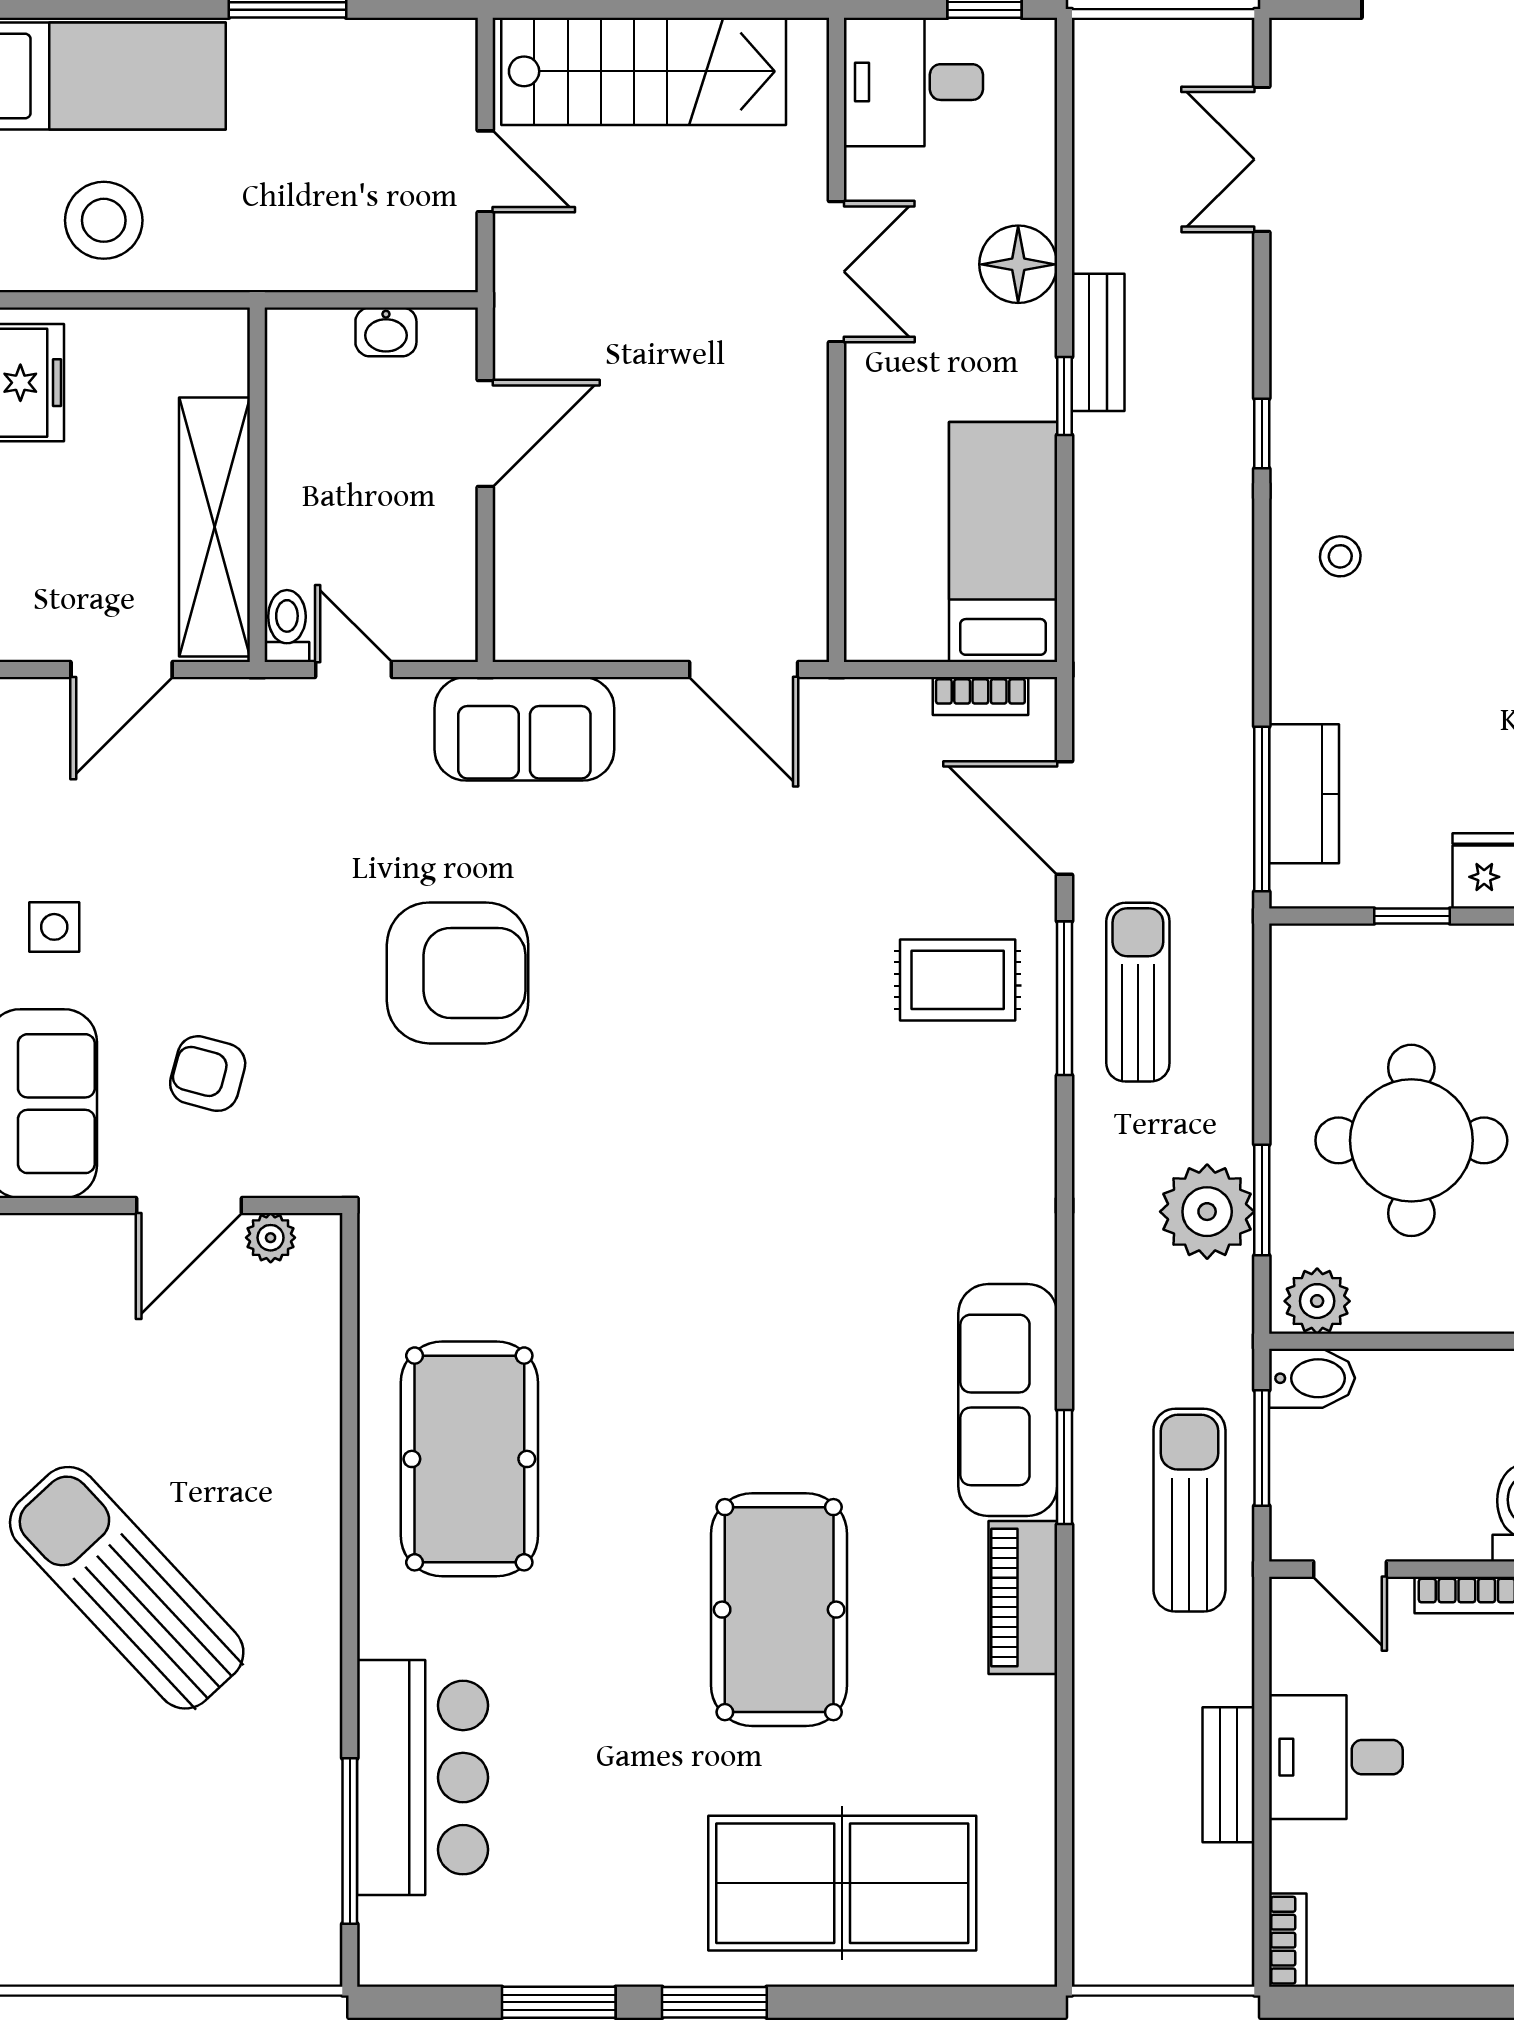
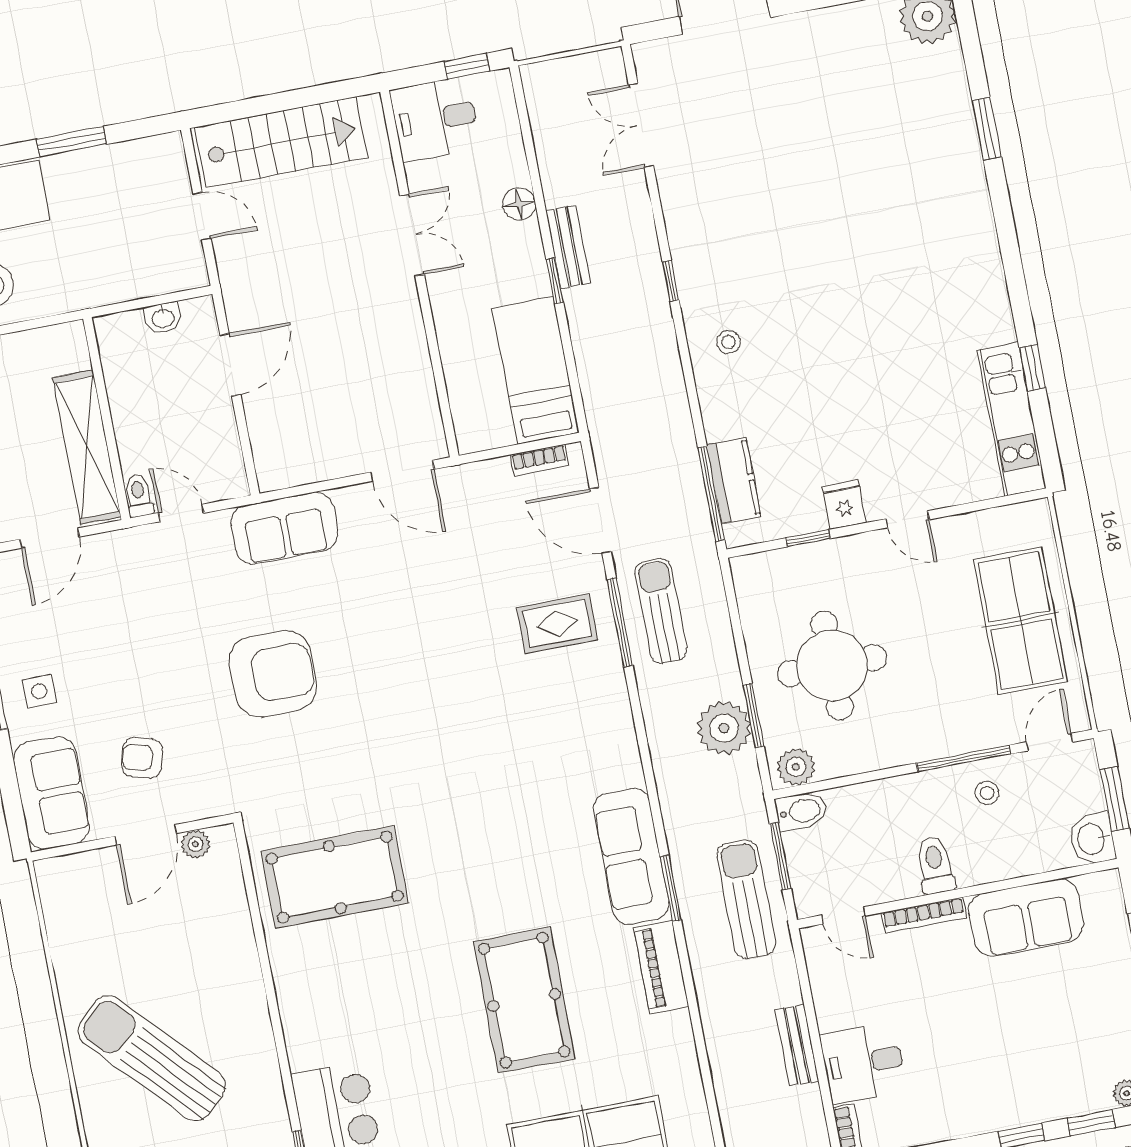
floor lamp: (1018, 264) -> (519, 204), width x0.73, depth x0.73
pool table: (469, 1459) -> (335, 877), moved, turned 90
desk: (1336, 1757) -> (863, 1063), moved

